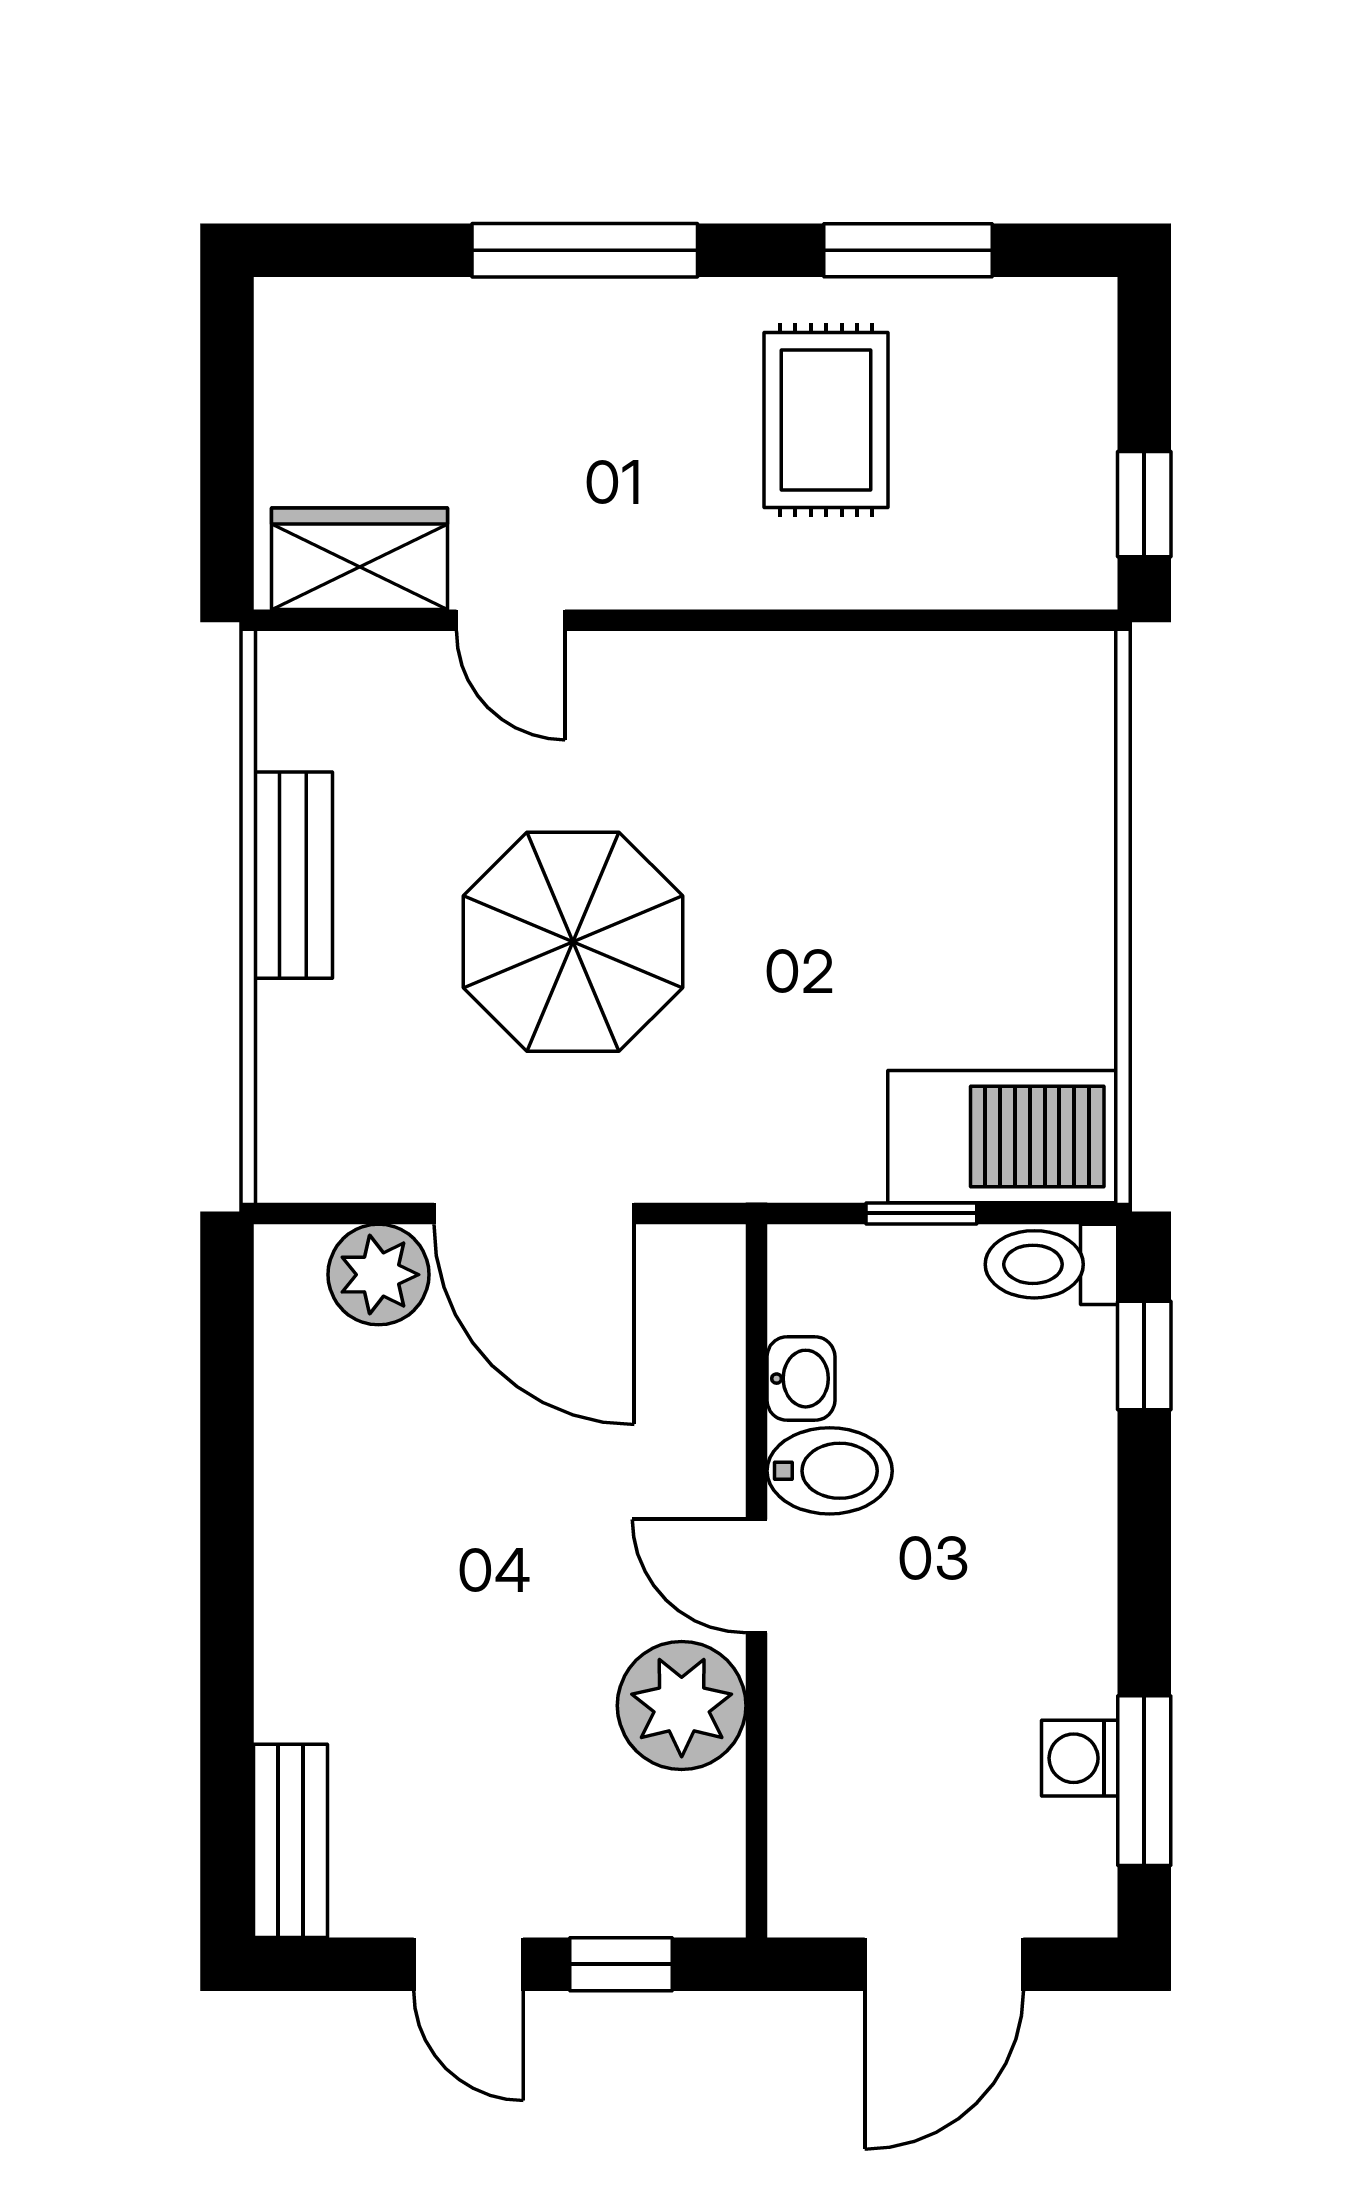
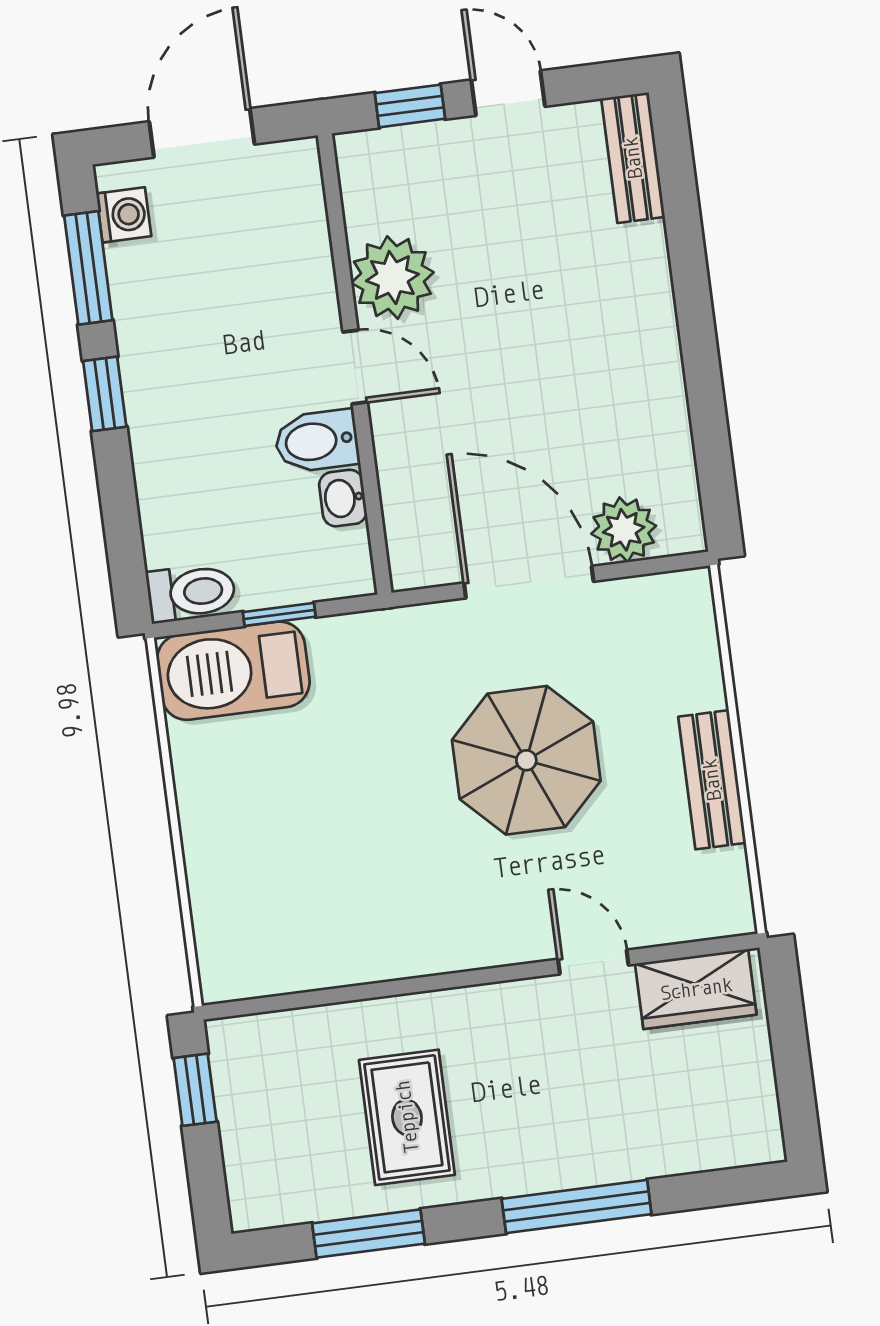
window: (1144, 1355) -> (105, 394), moved
washing machine: (1080, 1758) -> (124, 215), moved

